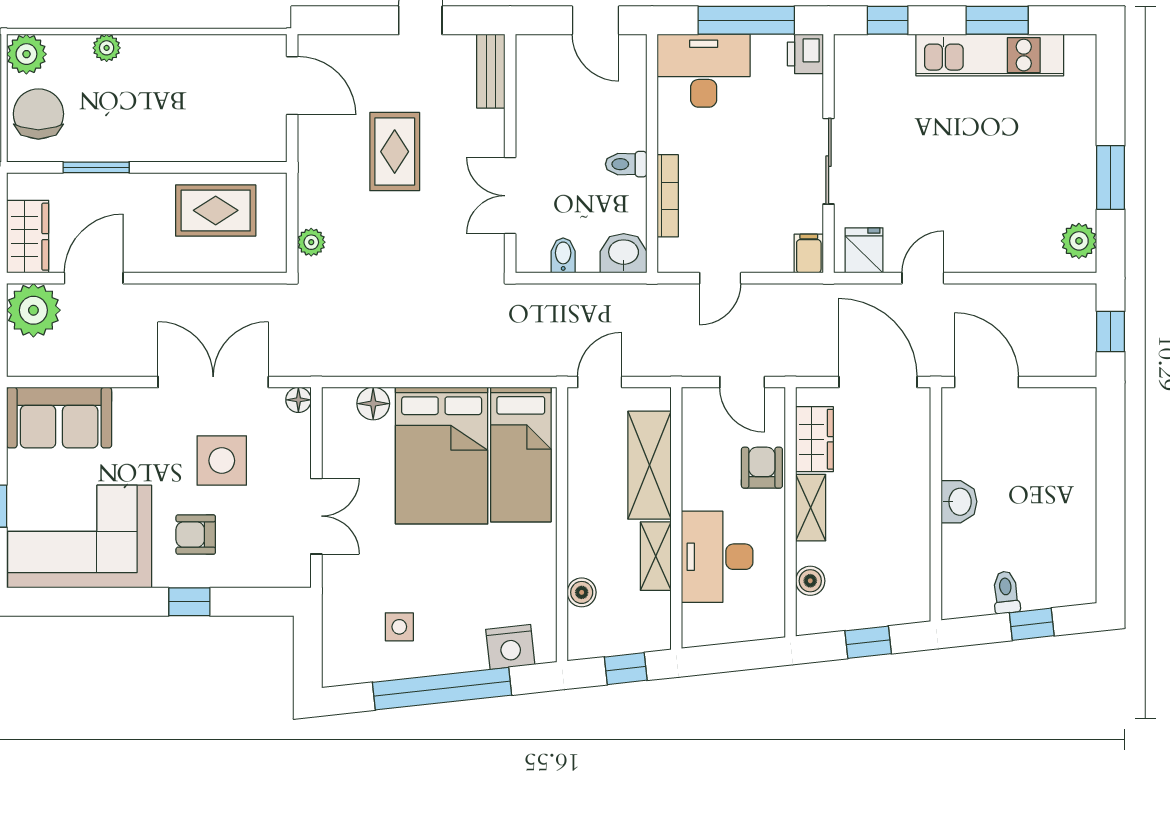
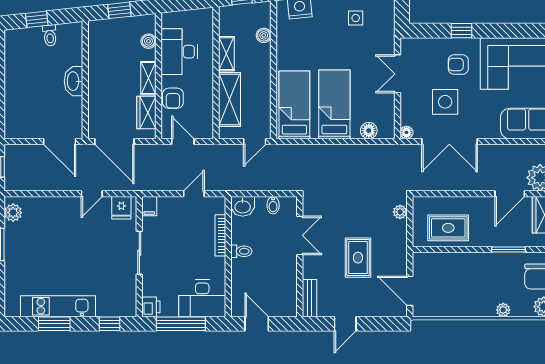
bed: (442, 456) -> (334, 104), width x0.67
washbasin: (959, 502) -> (74, 81), width x1.38
armchair: (196, 535) -> (458, 65), turned 180
desk: (717, 557) -> (179, 52), moved, turned 180

